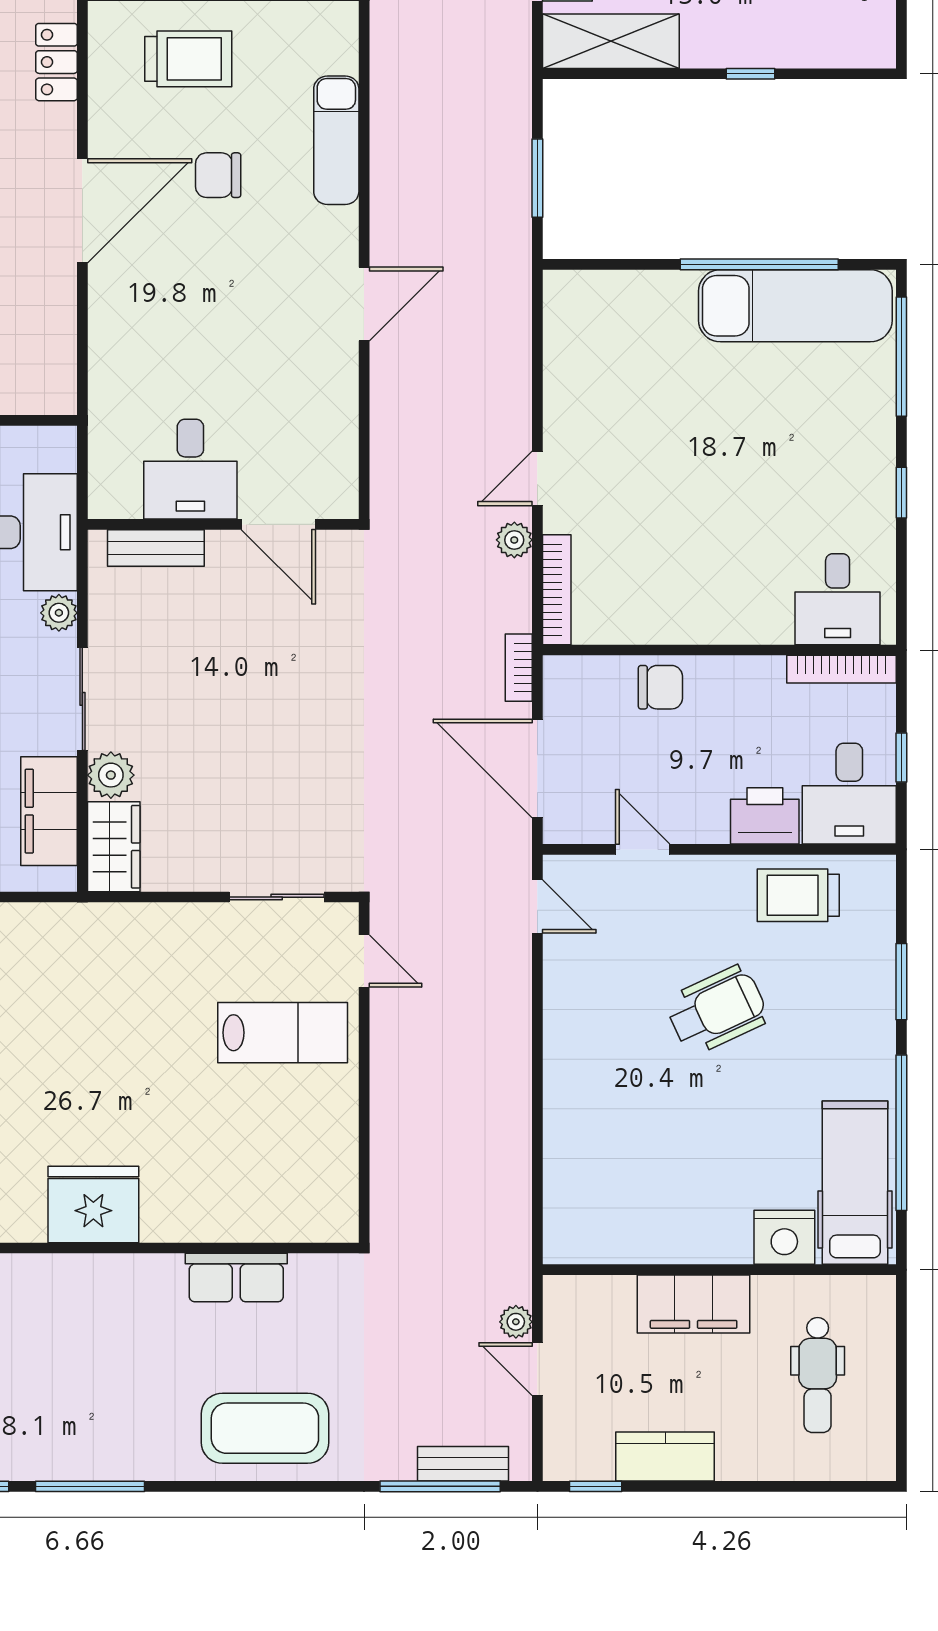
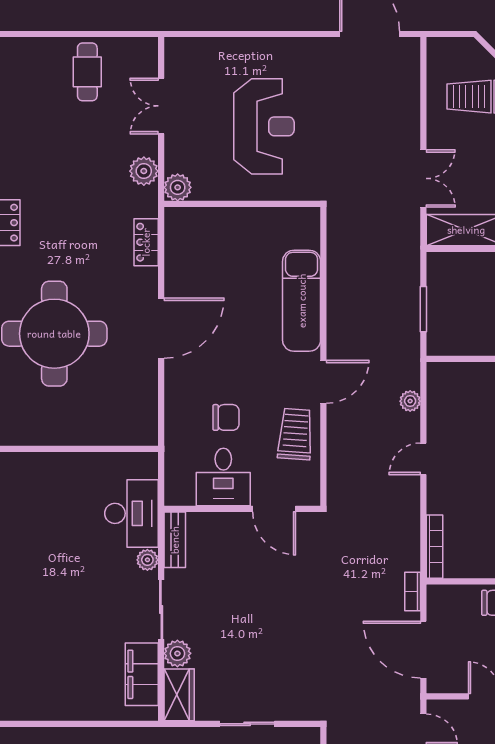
trolley: (188, 59) -> (295, 434), moved, turned -86
exam couch: (336, 140) -> (302, 301), width x1.36, depth x1.45
chair: (218, 175) -> (226, 417), moved, turned 180
door: (537, 478) -> (423, 459), moved
plant: (514, 540) -> (410, 401), moved
bench: (156, 548) -> (175, 540), moved, turned 90
sliding door: (277, 897) -> (247, 724), moved

